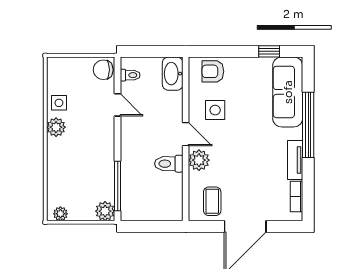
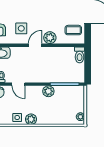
door: (118, 105) -> (18, 84), swing flipped
toilet: (169, 164) -> (80, 55), moved
plant: (105, 211) -> (48, 91), moved

